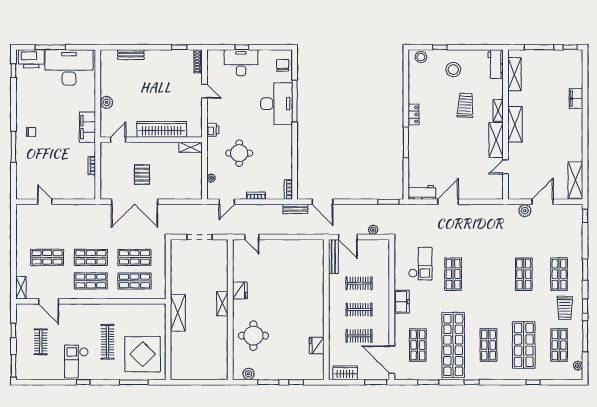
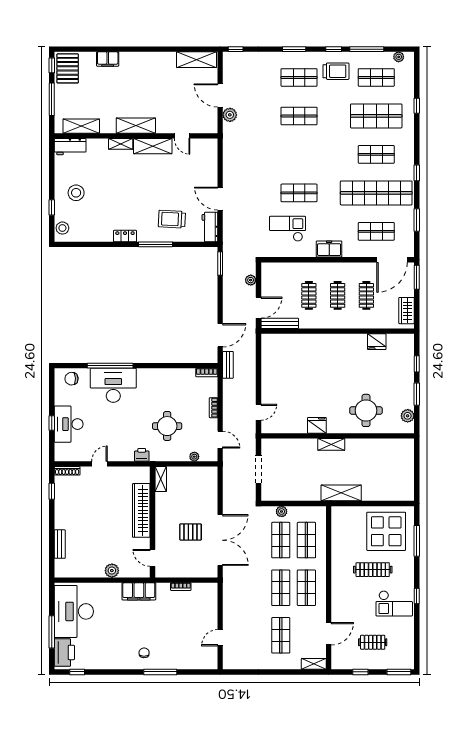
pallet: (567, 62) -> (68, 68), added
trolley: (465, 105) -> (172, 219), moved
plant: (161, 258) -> (282, 511), added

